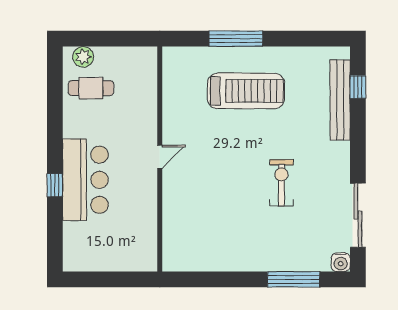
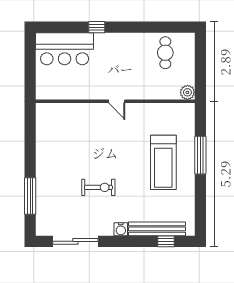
plant: (83, 57) -> (187, 92), moved
bar counter: (85, 180) -> (65, 49), moved
water cooler: (341, 262) -> (121, 229), moved, turned -90

